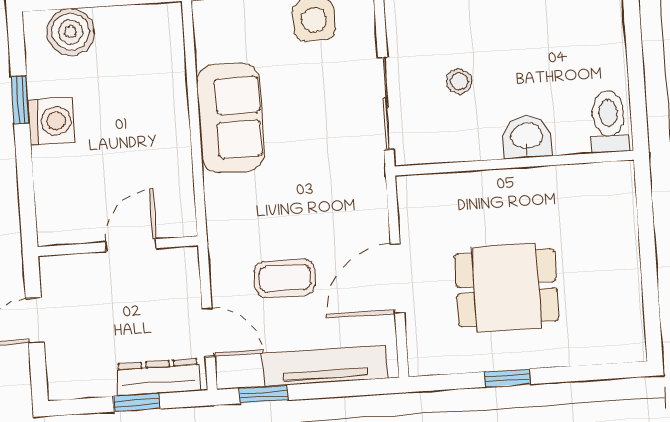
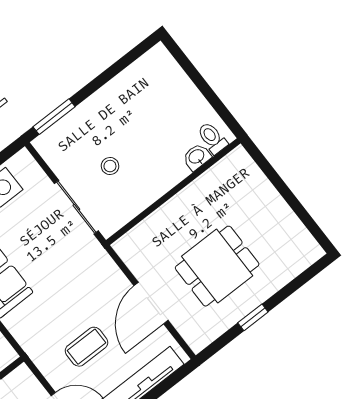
toilet: (609, 122) -> (212, 138), width x0.73, depth x0.72
washbasin: (527, 137) -> (197, 157), moved, width x0.72, depth x0.69

